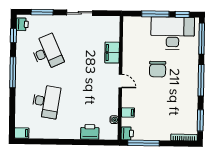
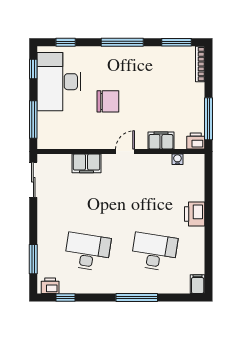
sliding door: (80, 13) -> (33, 180), moved
window: (155, 14) -> (33, 120), moved
window: (202, 39) -> (66, 42), width x0.46
desk: (47, 52) -> (87, 252), turned 33
window: (13, 72) -> (137, 298), moved
filing cabinet: (128, 112) -> (161, 141), width x2.00
printer: (90, 132) -> (195, 214), moved

